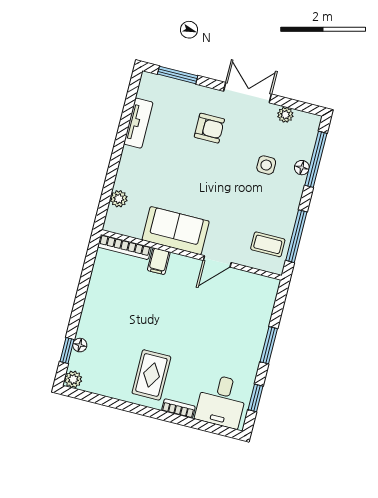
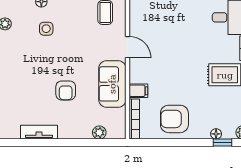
armchair: (209, 128) -> (66, 90), moved, turned 180
armchair: (112, 298) -> (174, 119), added

